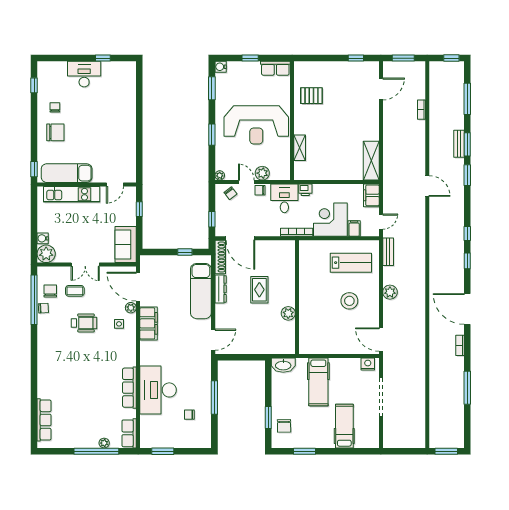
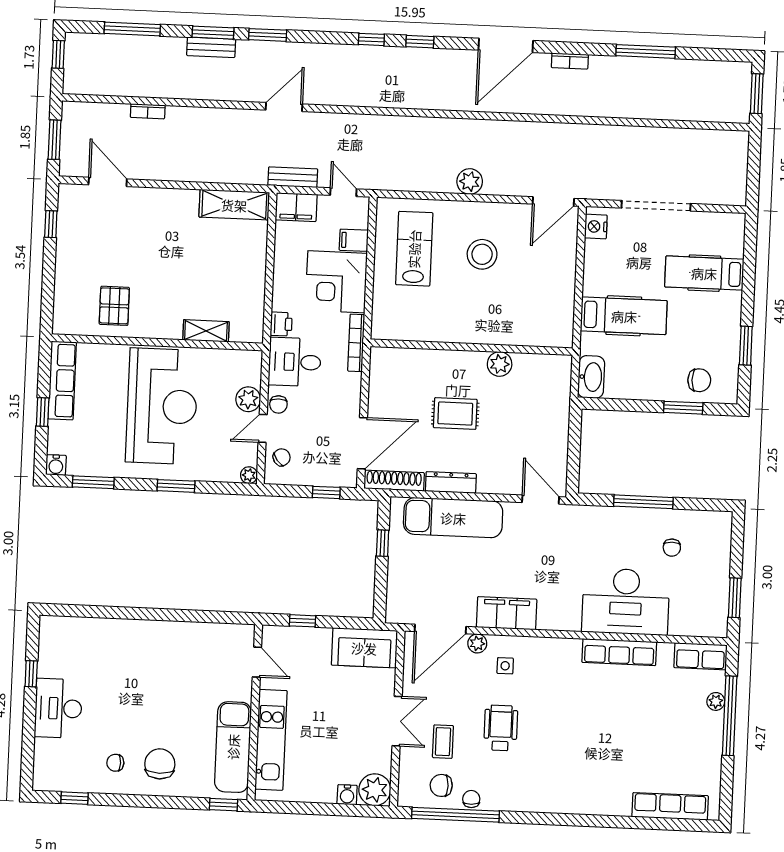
row of seats: (275, 68) -> (62, 380), width x1.48
bench: (388, 252) -> (293, 177), moved

